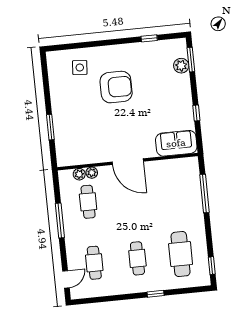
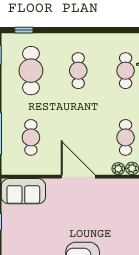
cafe table: (174, 193) -> (31, 137), added
window: (156, 294) -> (24, 30), moved

